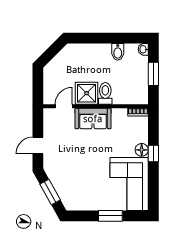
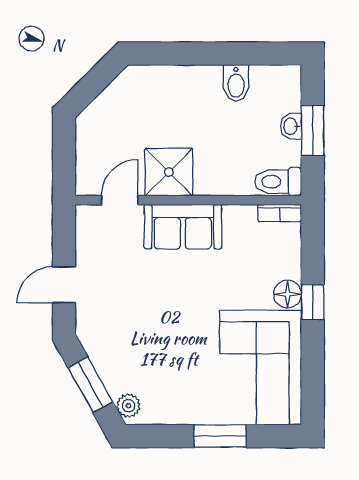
washbasin: (143, 49) -> (291, 126), moved
toilet: (105, 93) -> (278, 182), moved, turned -90
plant: (68, 202) -> (128, 406), added

